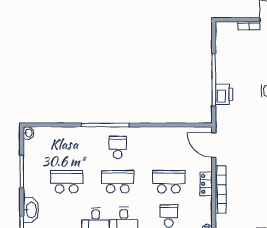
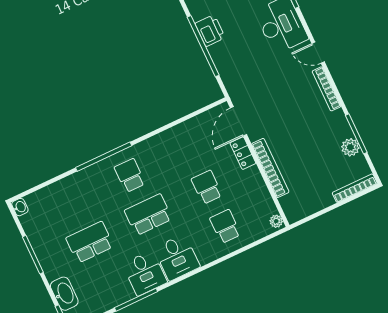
printer: (224, 94) -> (210, 31), moved
door: (214, 145) -> (238, 121), hinge flipped
school desk: (169, 182) -> (207, 187), width x0.54
locker: (206, 184) -> (243, 153), moved

